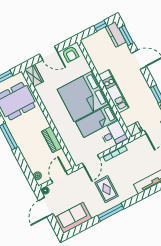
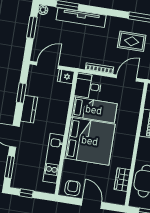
kitchen counter: (116, 34) -> (29, 109), moved
wardrobe: (34, 75) -> (122, 180), moved
kitchen unit: (114, 91) -> (53, 158), moved
rug: (107, 189) -> (132, 41), turned 90

